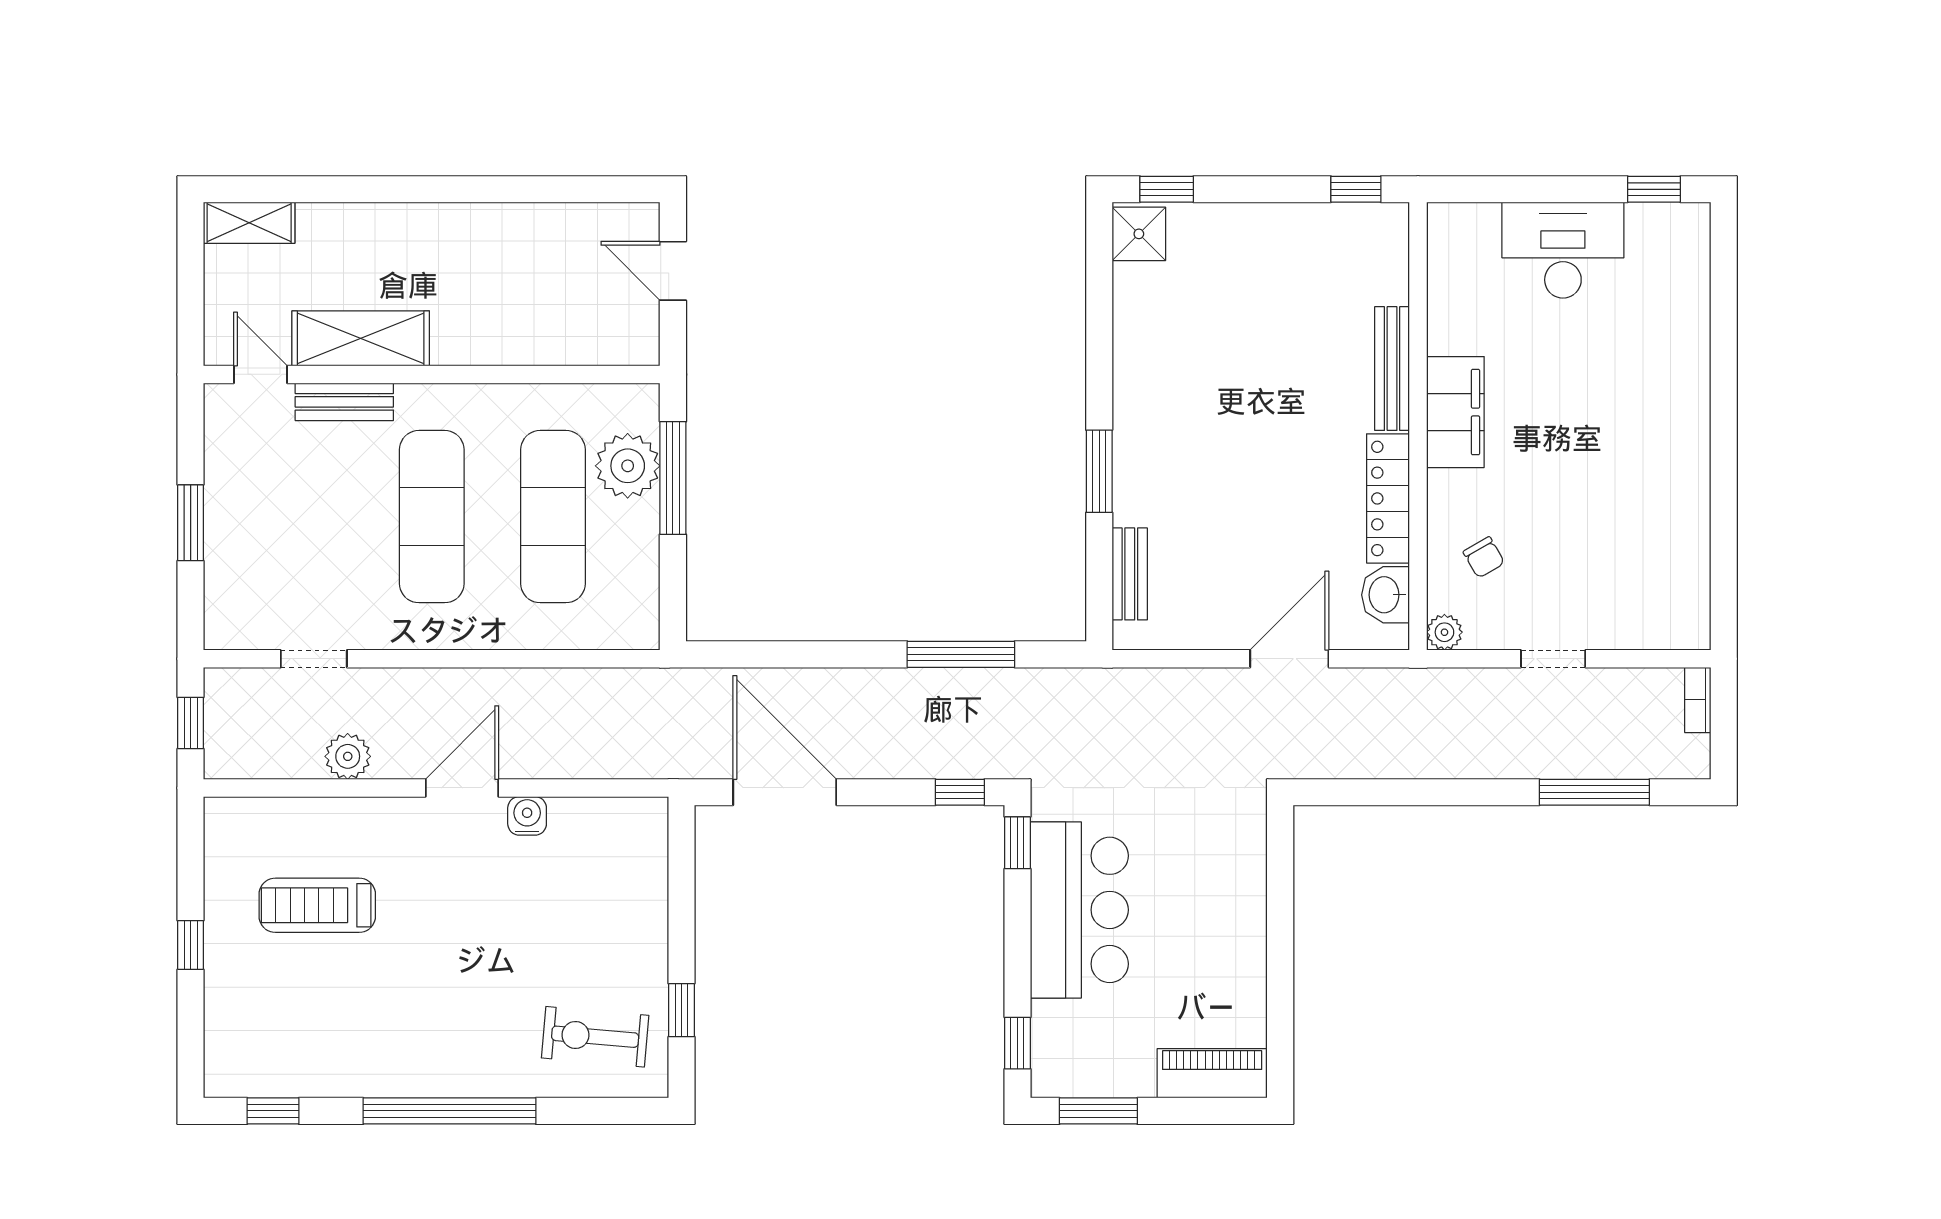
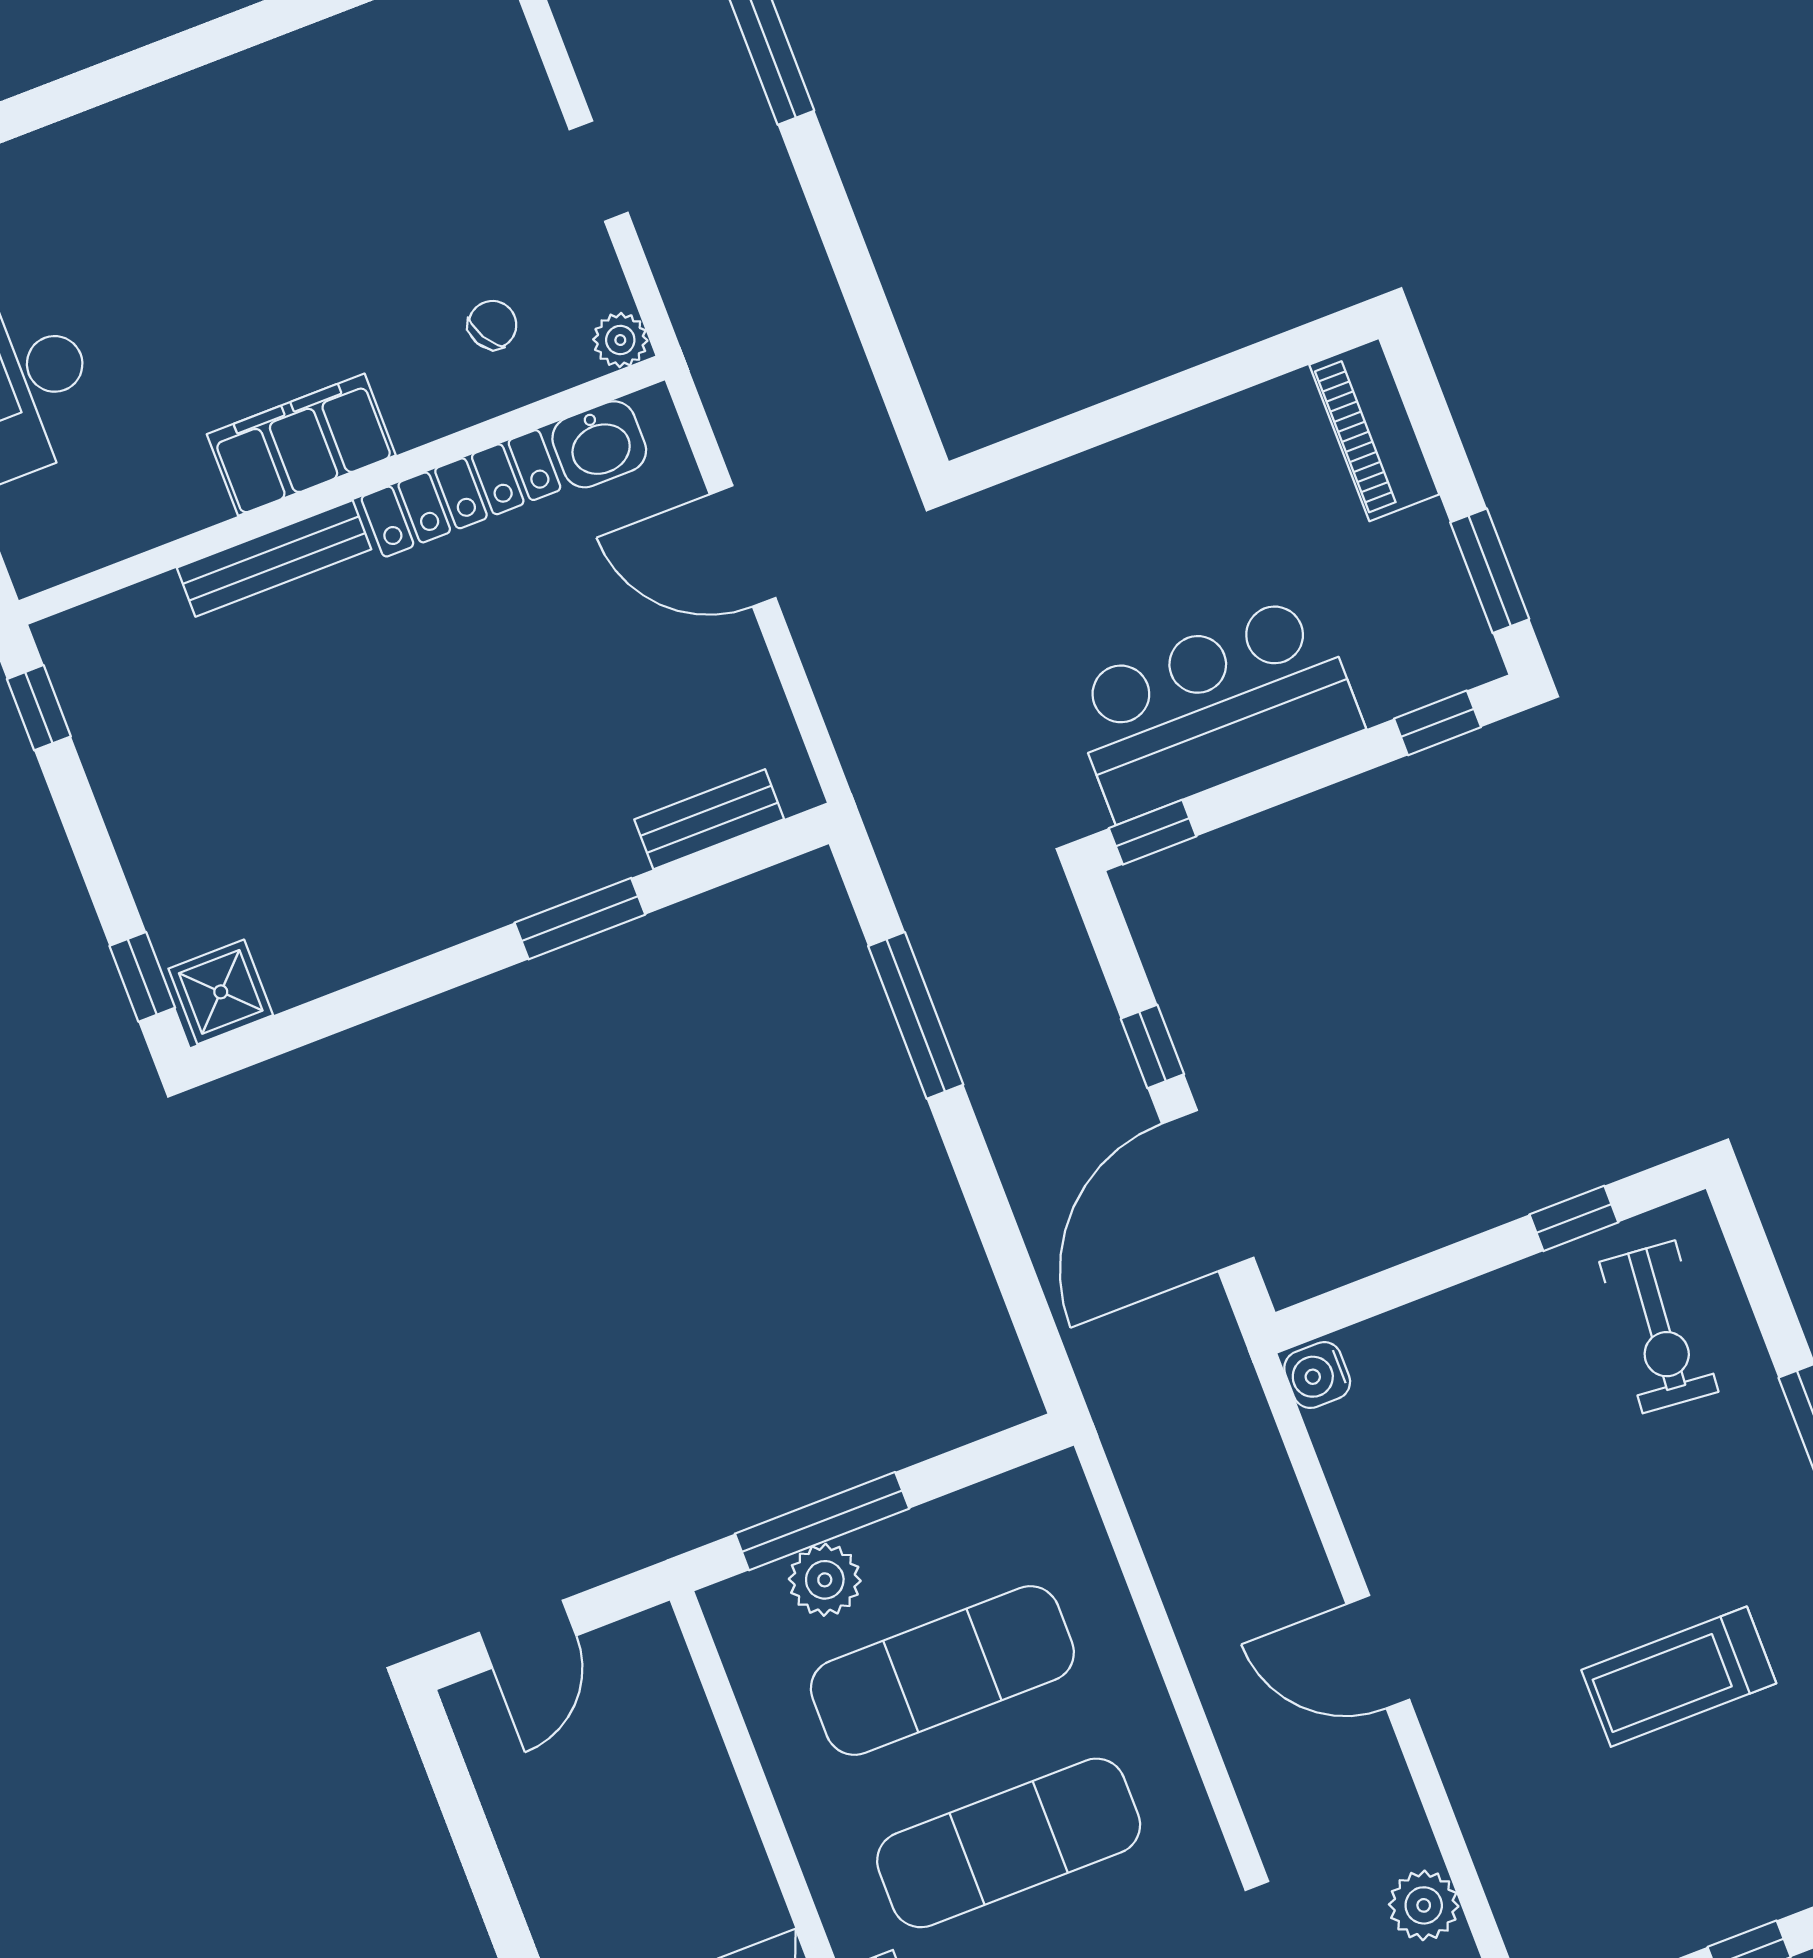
plant: (628, 466) -> (825, 1580), width x0.73, depth x0.73
plant: (348, 756) -> (1424, 1905), moved
window: (960, 792) -> (1152, 1046), moved
water cooler: (527, 816) -> (1317, 1375), moved
treadmill: (317, 905) -> (1679, 1677), moved, turned 90

